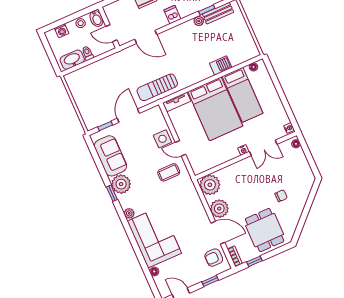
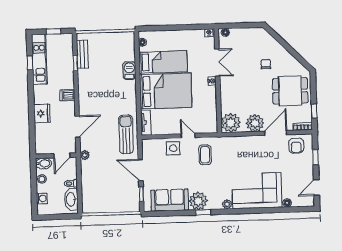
plant: (199, 21) -> (85, 155), moved
sun lounger: (157, 87) -> (126, 134), turned 180
door: (181, 148) -> (188, 136), swing flipped

